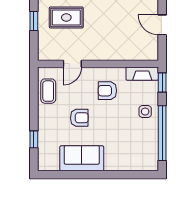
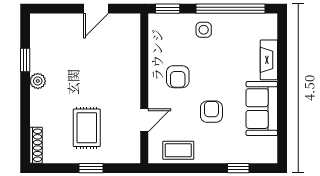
door: (72, 64) -> (144, 120), hinge flipped
fireplace: (142, 74) -> (269, 60), moved, turned 180

